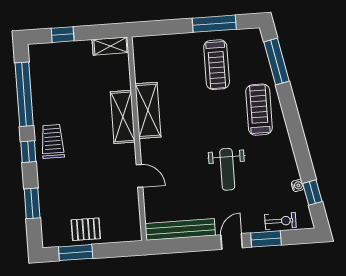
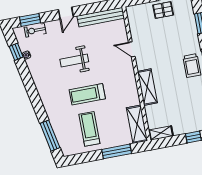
window: (214, 24) -> (117, 151), moved
shelving: (148, 110) -> (137, 124), moved
treadmill: (259, 110) -> (87, 94), moved, turned 90
weight bench: (227, 169) -> (74, 60), turned -90
window: (266, 239) -> (30, 20), moved

